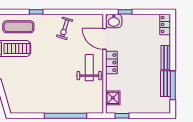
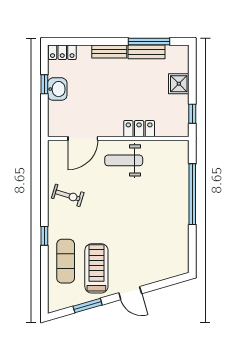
window: (125, 12) -> (44, 84), moved
washbasin: (114, 21) -> (57, 89), moved
locker: (111, 63) -> (139, 129), moved
shower: (113, 98) -> (179, 84), moved

